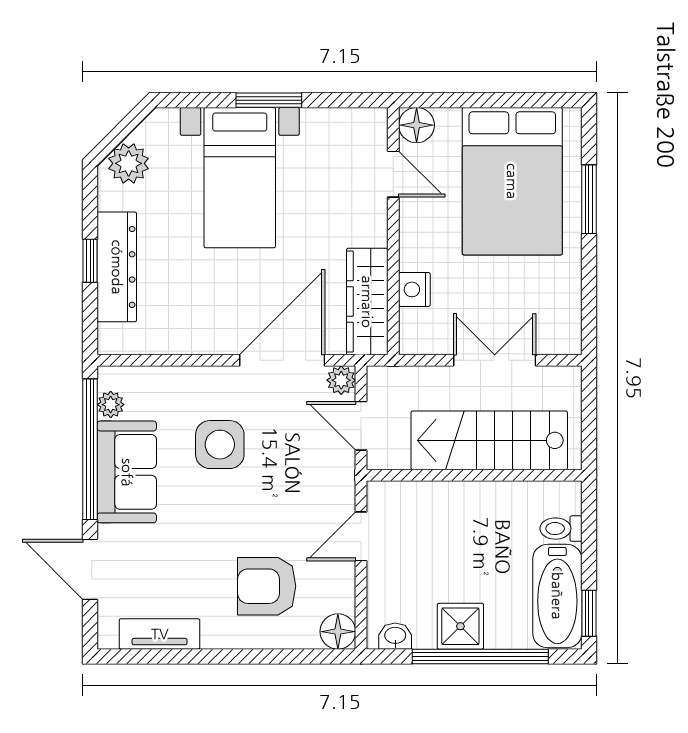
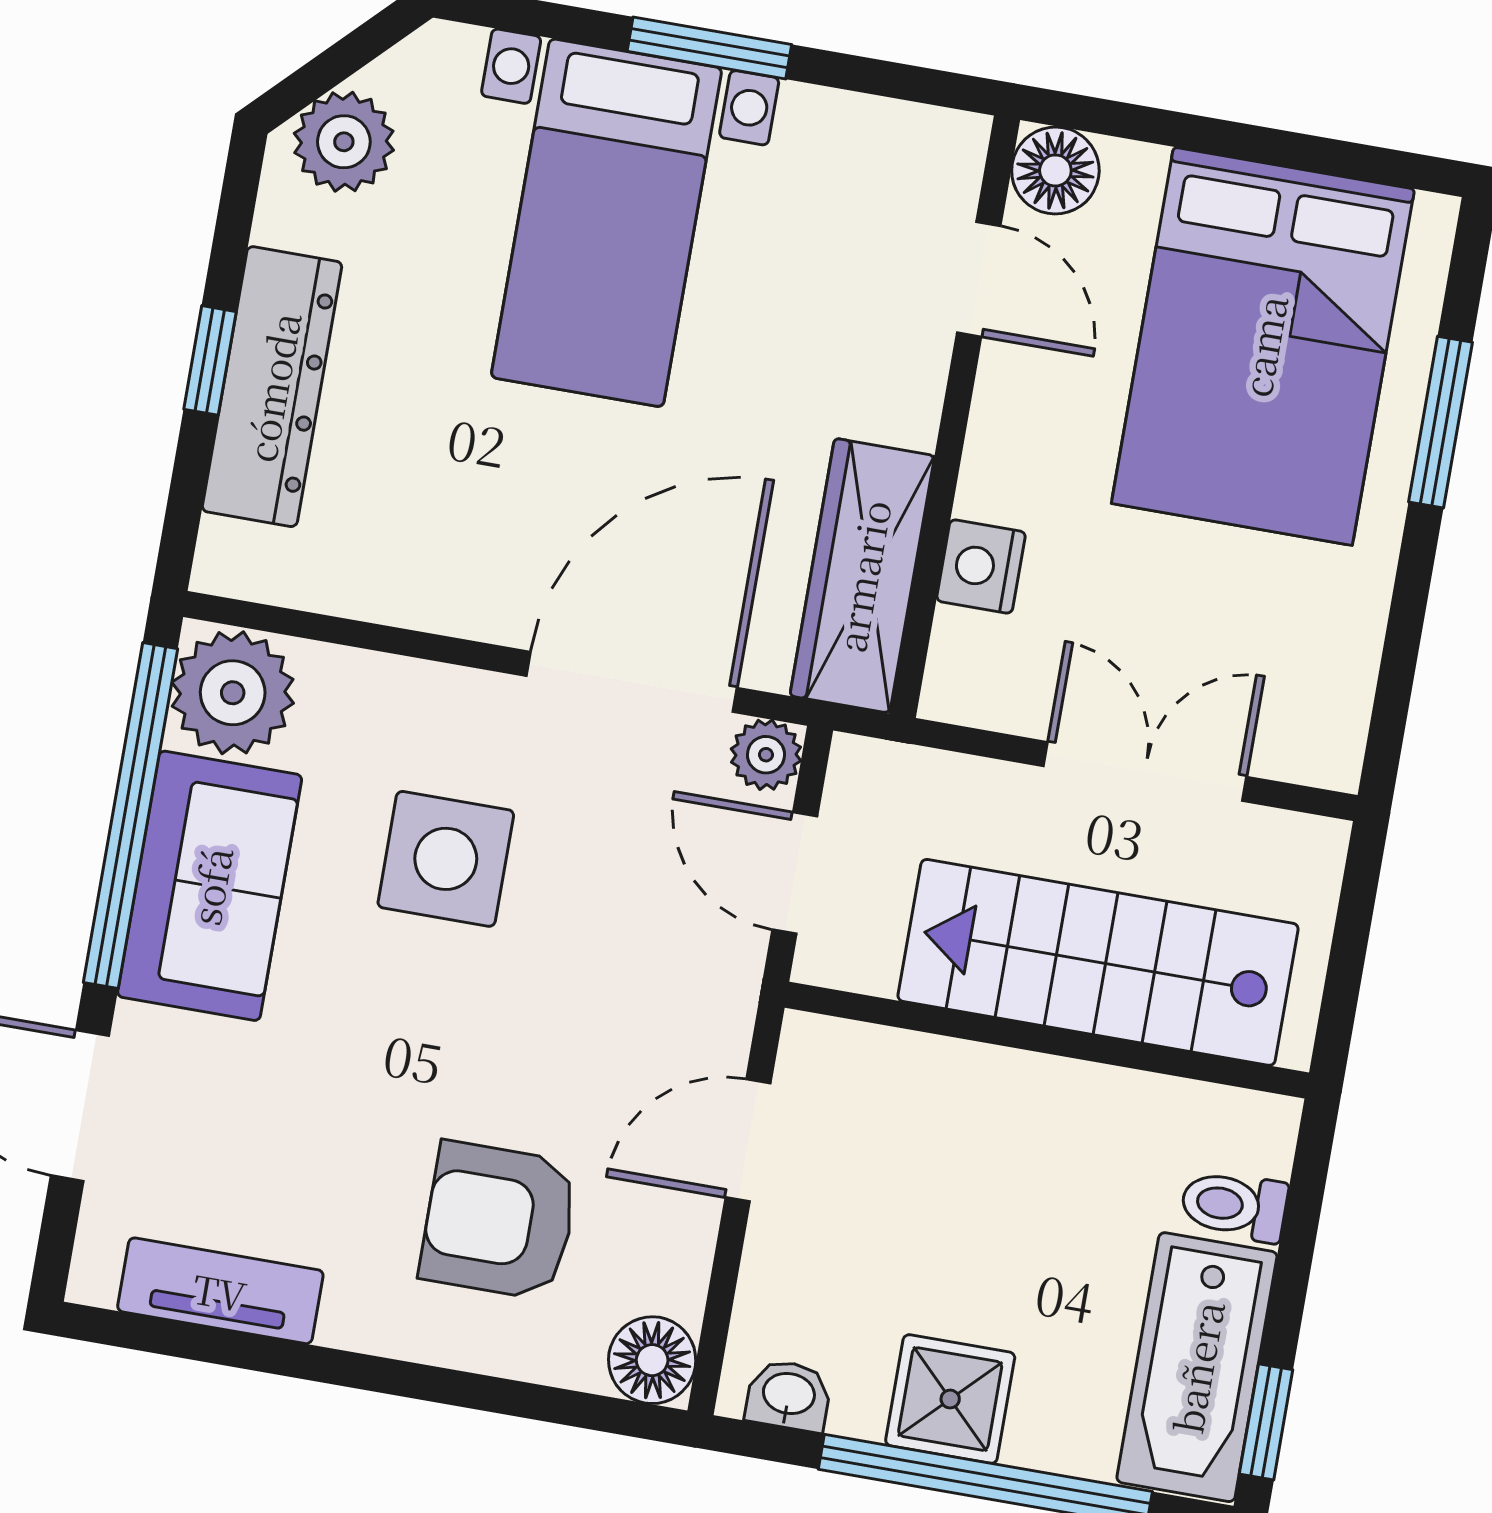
plant: (111, 405) -> (233, 693), width x1.88, depth x1.88

